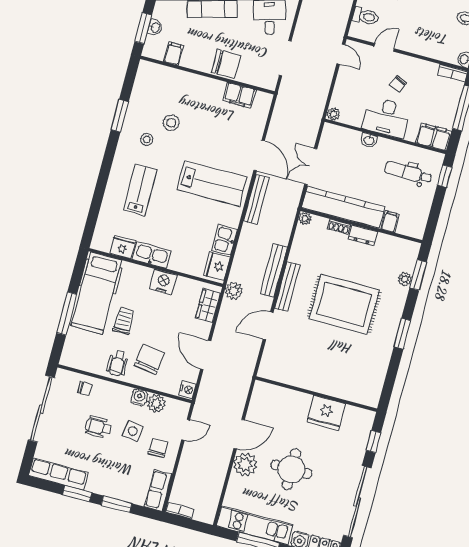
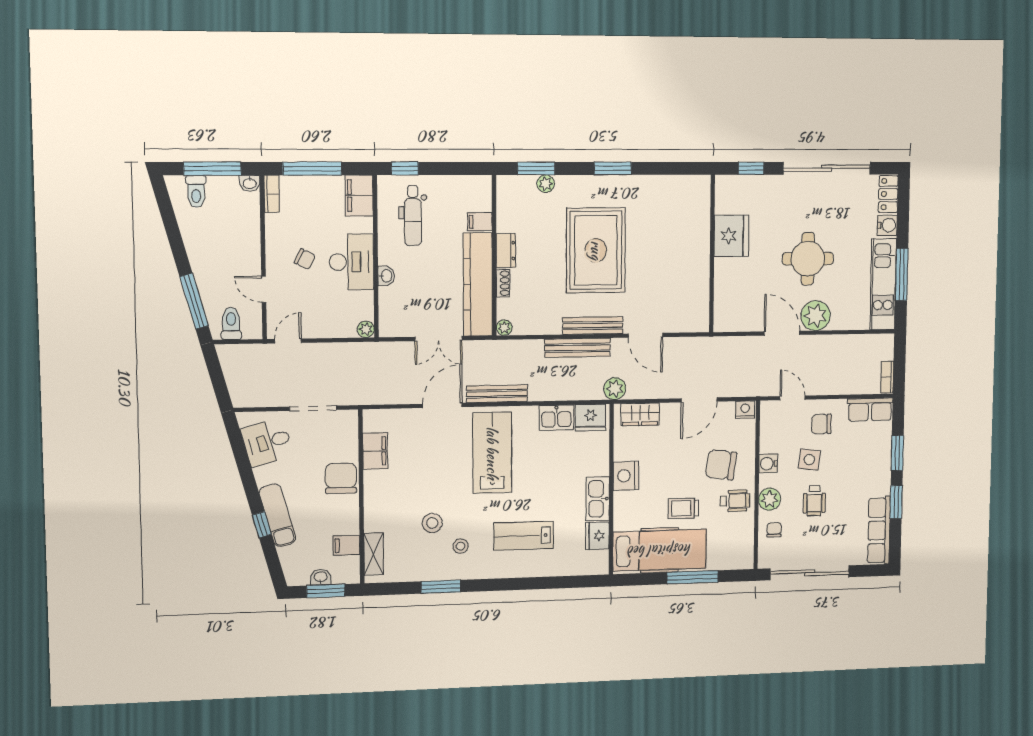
shelving: (161, 72) -> (374, 554), added
plant: (156, 403) -> (770, 499), moved

